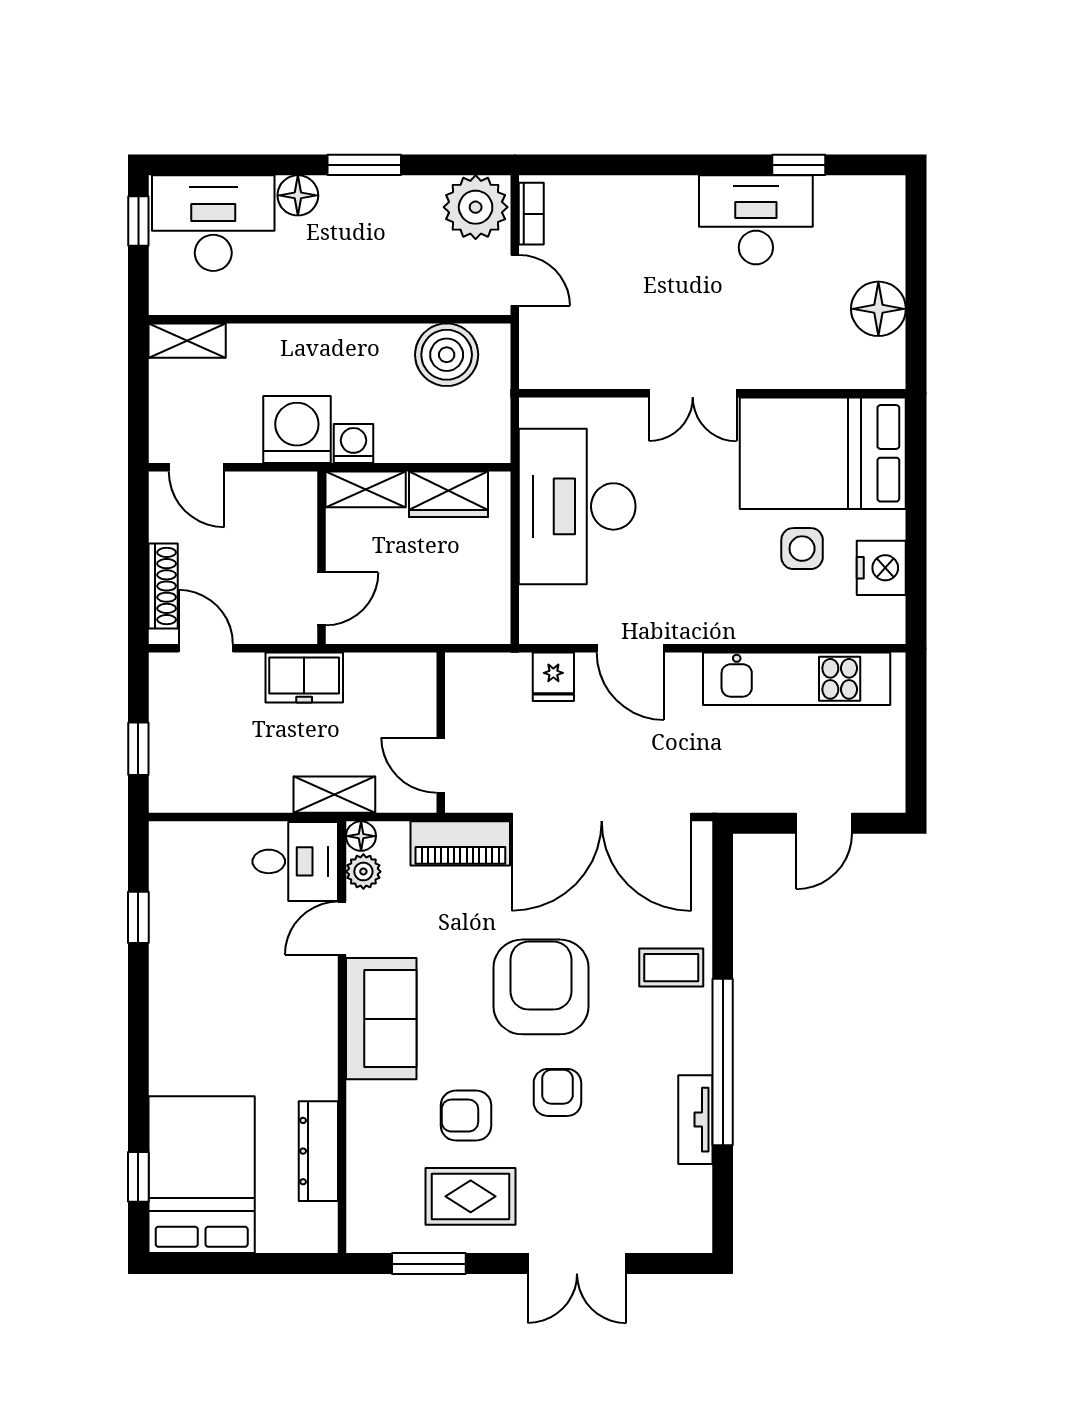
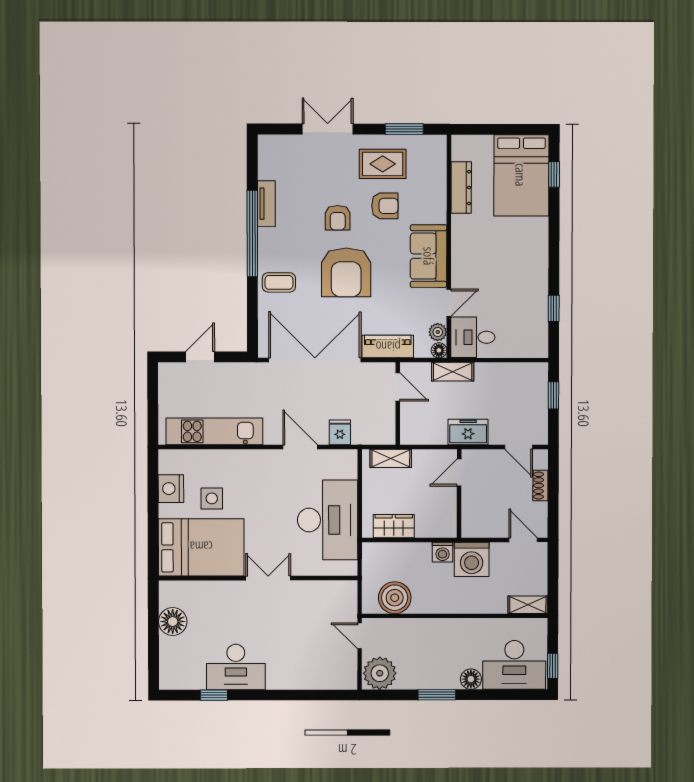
bookcase: (531, 214) -> (351, 670), removed
shelving: (366, 489) -> (391, 458), moved
shoe rack: (163, 586) -> (540, 486), width x0.70

